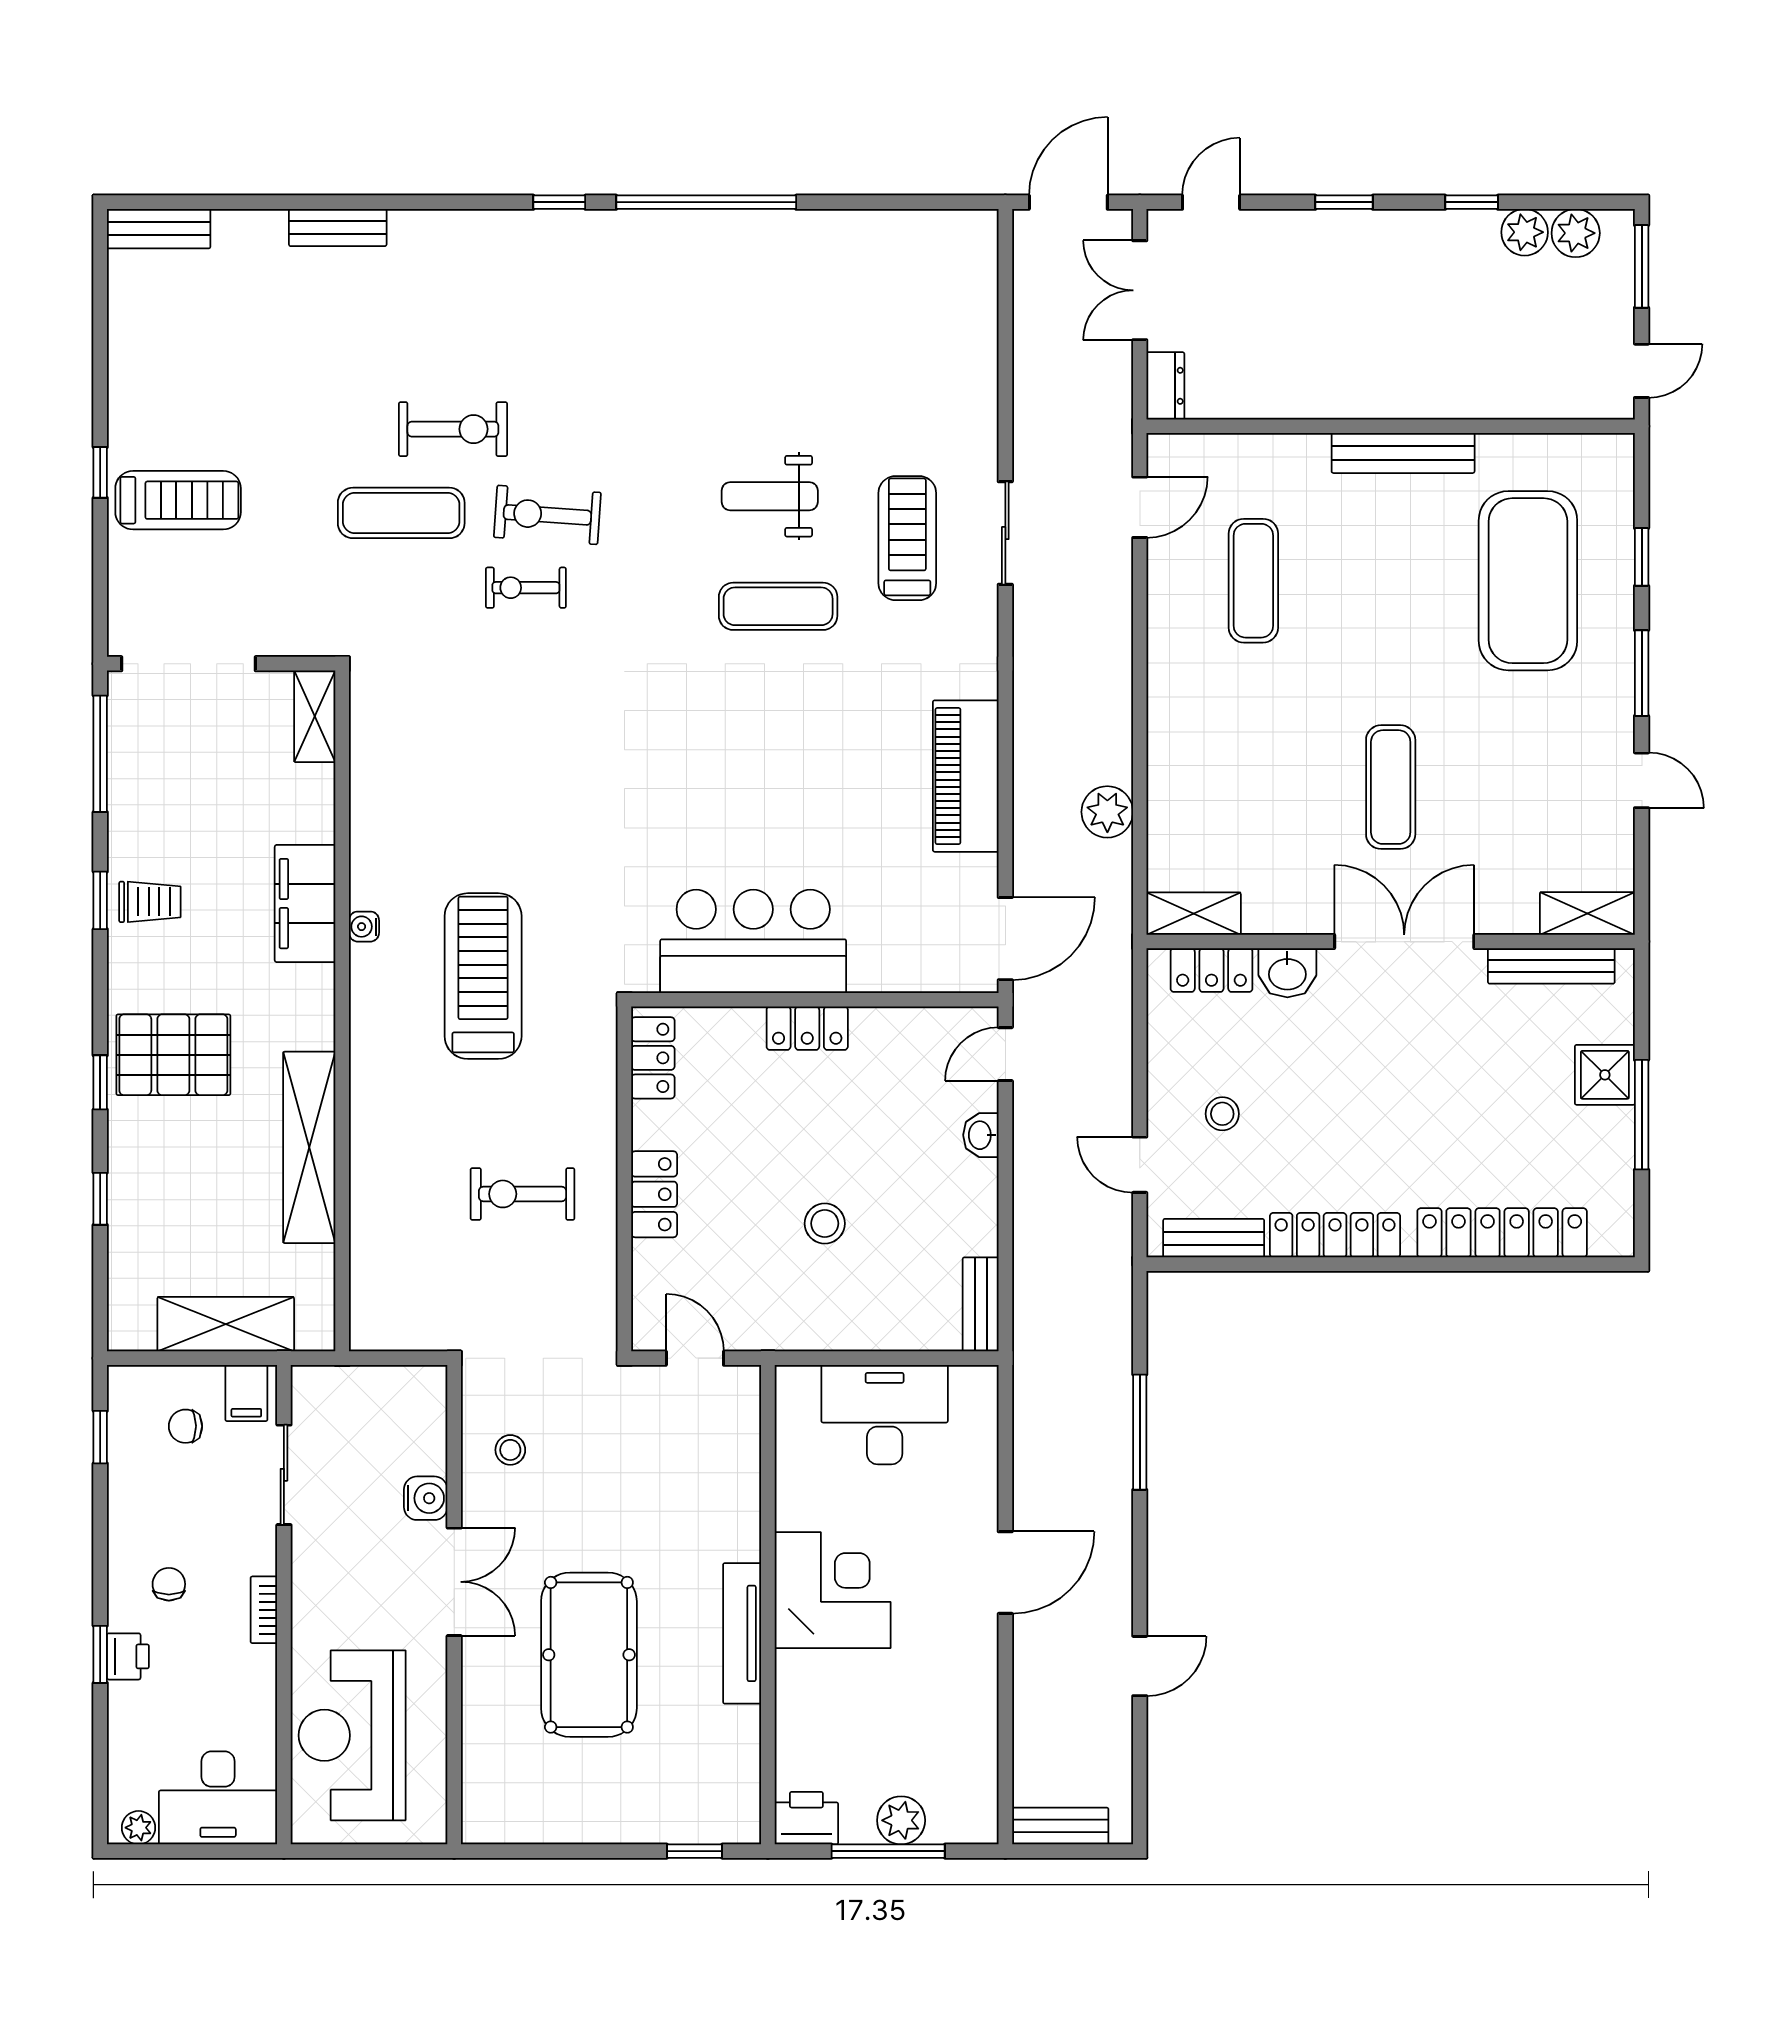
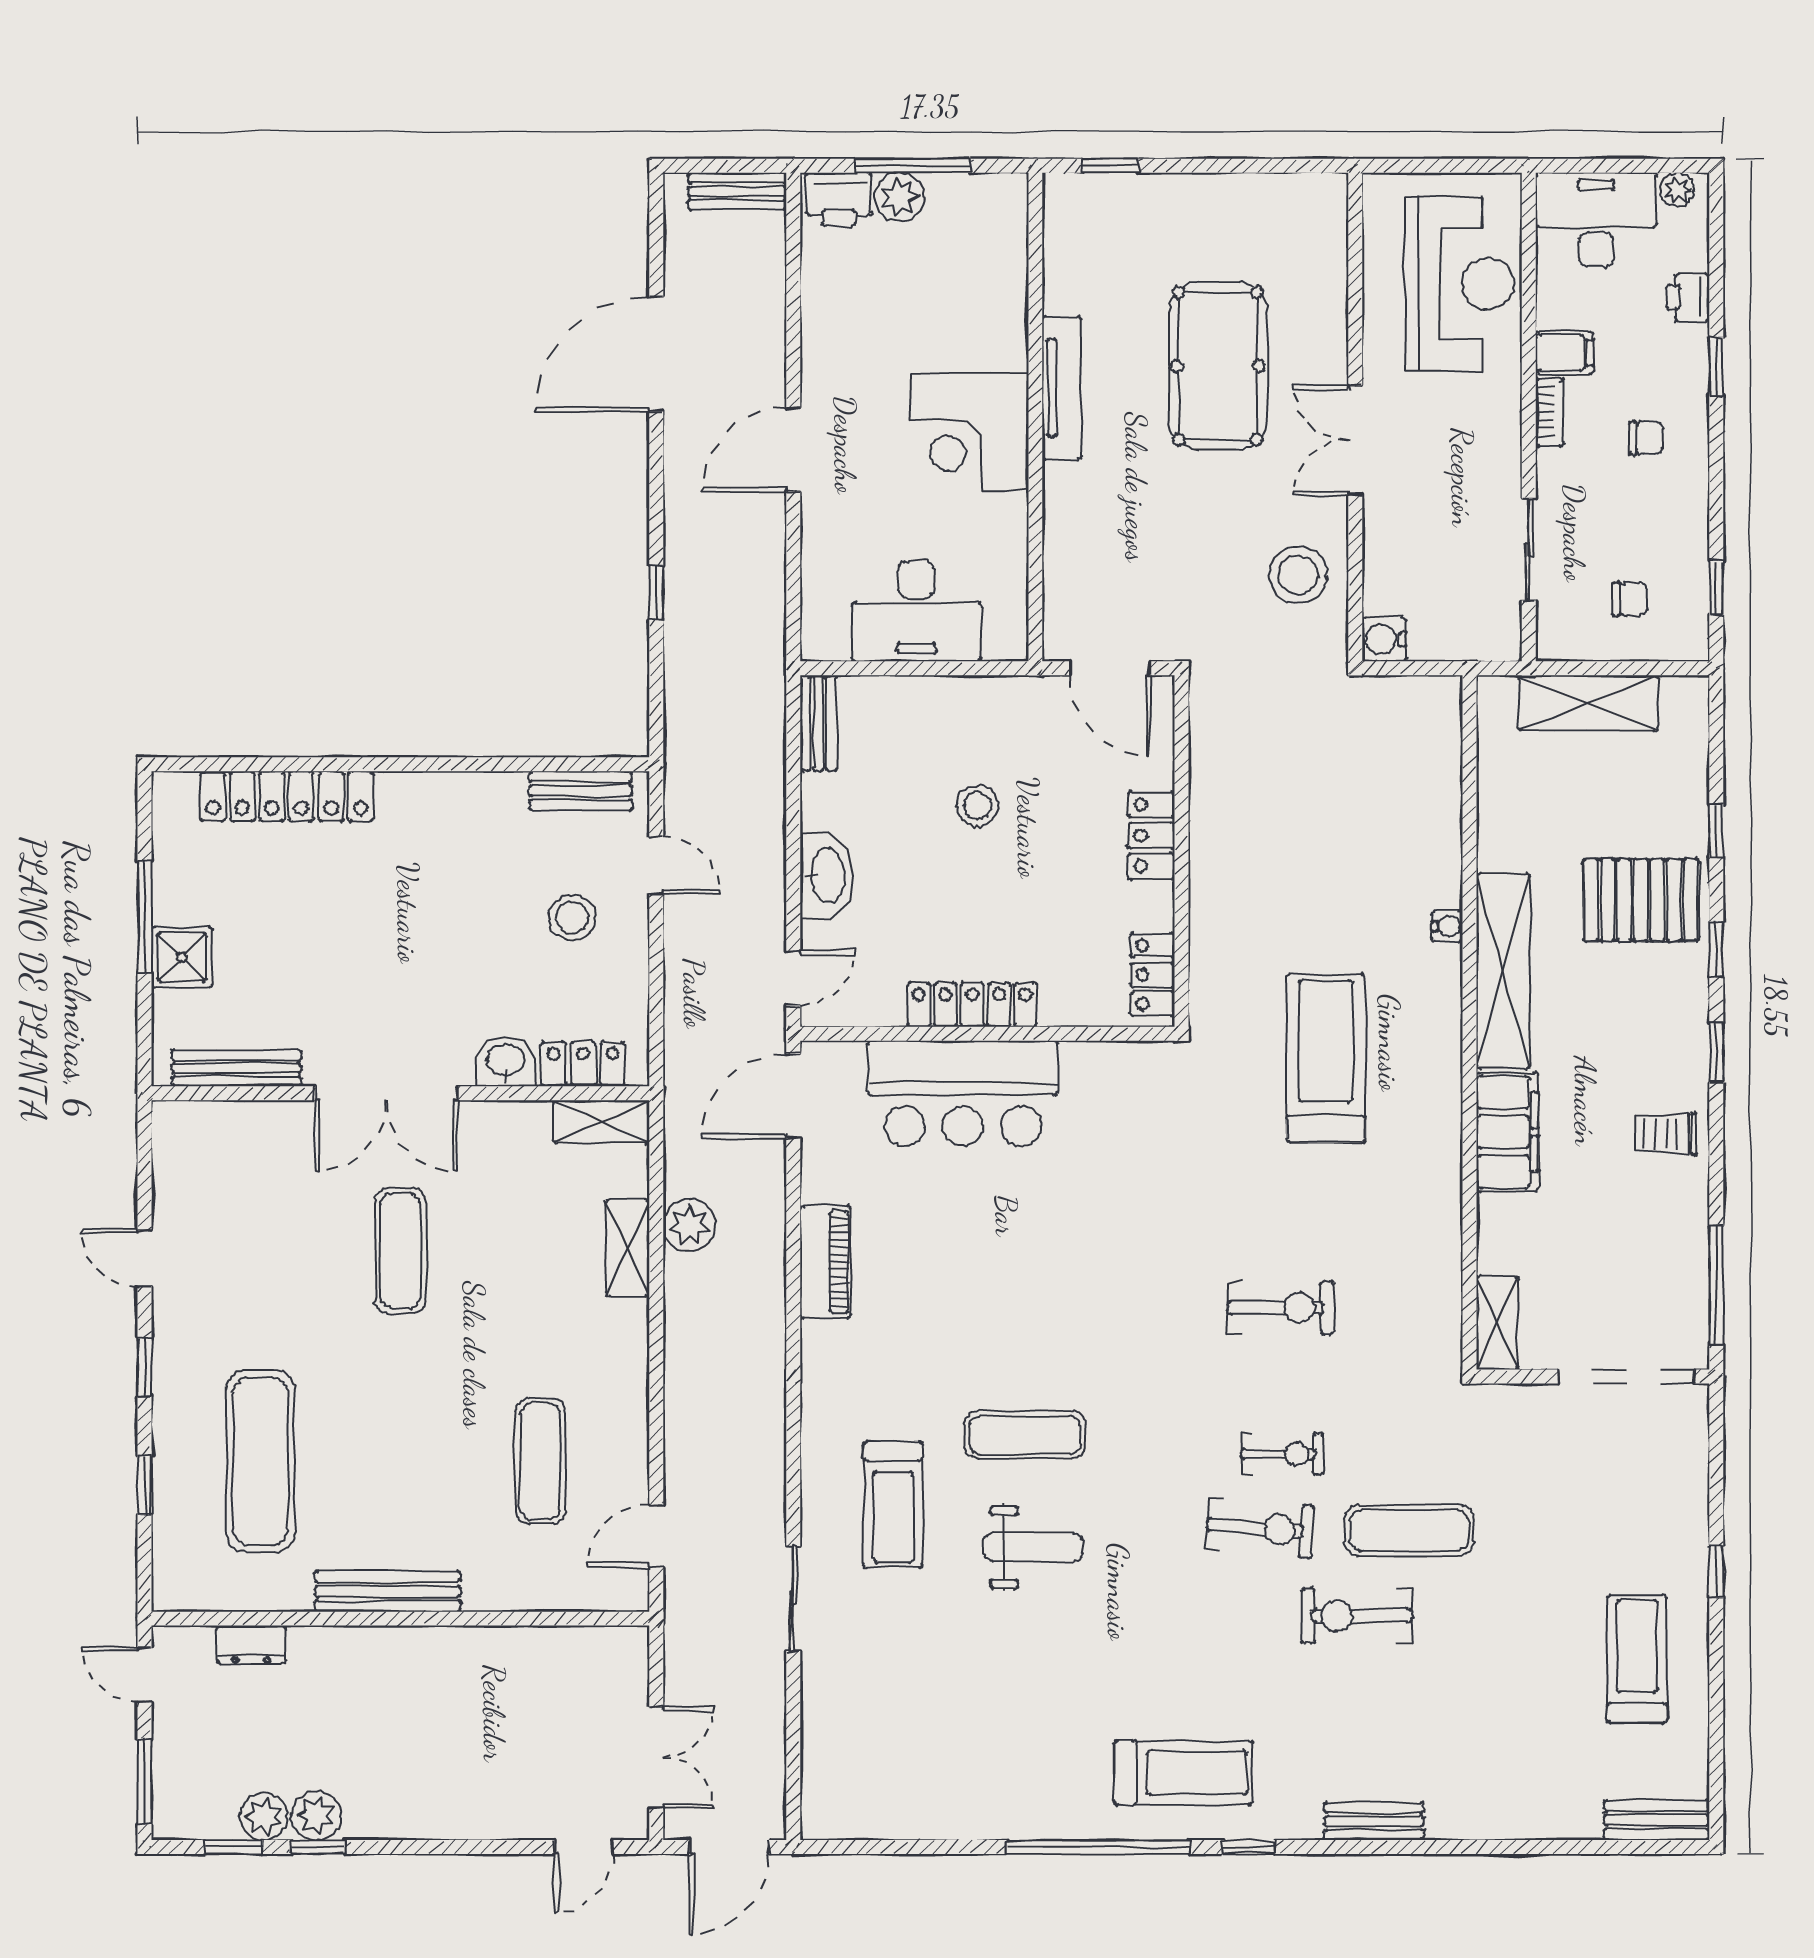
window: (1344, 202) -> (234, 1847), moved
bench: (338, 228) -> (1374, 1821), moved
plant: (1576, 233) -> (316, 1816), moved
treadmill: (623, 275) -> (1183, 1773), added
door: (1642, 371) -> (144, 1675), hinge flipped
dresser: (1165, 386) -> (251, 1645), moved, turned -90
treadmill: (178, 500) -> (1637, 1659), moved, turned 90
sliding door: (1005, 533) -> (793, 1599), moved
exercise mat: (1528, 581) -> (260, 1461), width x0.68
window: (1642, 673) -> (144, 1367), width x0.67
piano: (966, 776) -> (825, 1262), width x0.73, depth x0.75
window: (100, 900) -> (1716, 1052), moved
shelving: (1587, 913) -> (628, 1247), moved, turned 90
water cooler: (364, 927) -> (1447, 926), moved
bar counter: (753, 941) -> (963, 1093), moved
treadmill: (483, 976) -> (1326, 1058), turned 180
locker: (807, 1028) -> (972, 1005), width x1.53
pallet: (173, 1055) -> (1641, 900), moved
stool: (1222, 1114) -> (572, 918), width x1.37, depth x1.37
washbasin: (981, 1135) -> (826, 875), width x1.91, depth x1.45
shelving: (309, 1147) -> (1503, 971), moved
exercise bike: (522, 1194) -> (1281, 1308), moved
locker: (1335, 1235) -> (457, 794), removed
door: (695, 1358) -> (1110, 668), width x1.38
filing cabinet: (246, 1393) -> (1564, 353), moved, turned 90
window: (1140, 1432) -> (656, 593), width x0.46
stool: (510, 1450) -> (1298, 575), width x1.89, depth x1.89
water cooler: (426, 1498) -> (1384, 639), moved
chair: (169, 1584) -> (1646, 438), turned -90
printer: (128, 1656) -> (1688, 297), moved
door: (1140, 1666) -> (656, 354), width x1.88
printer: (806, 1818) -> (839, 199), moved

